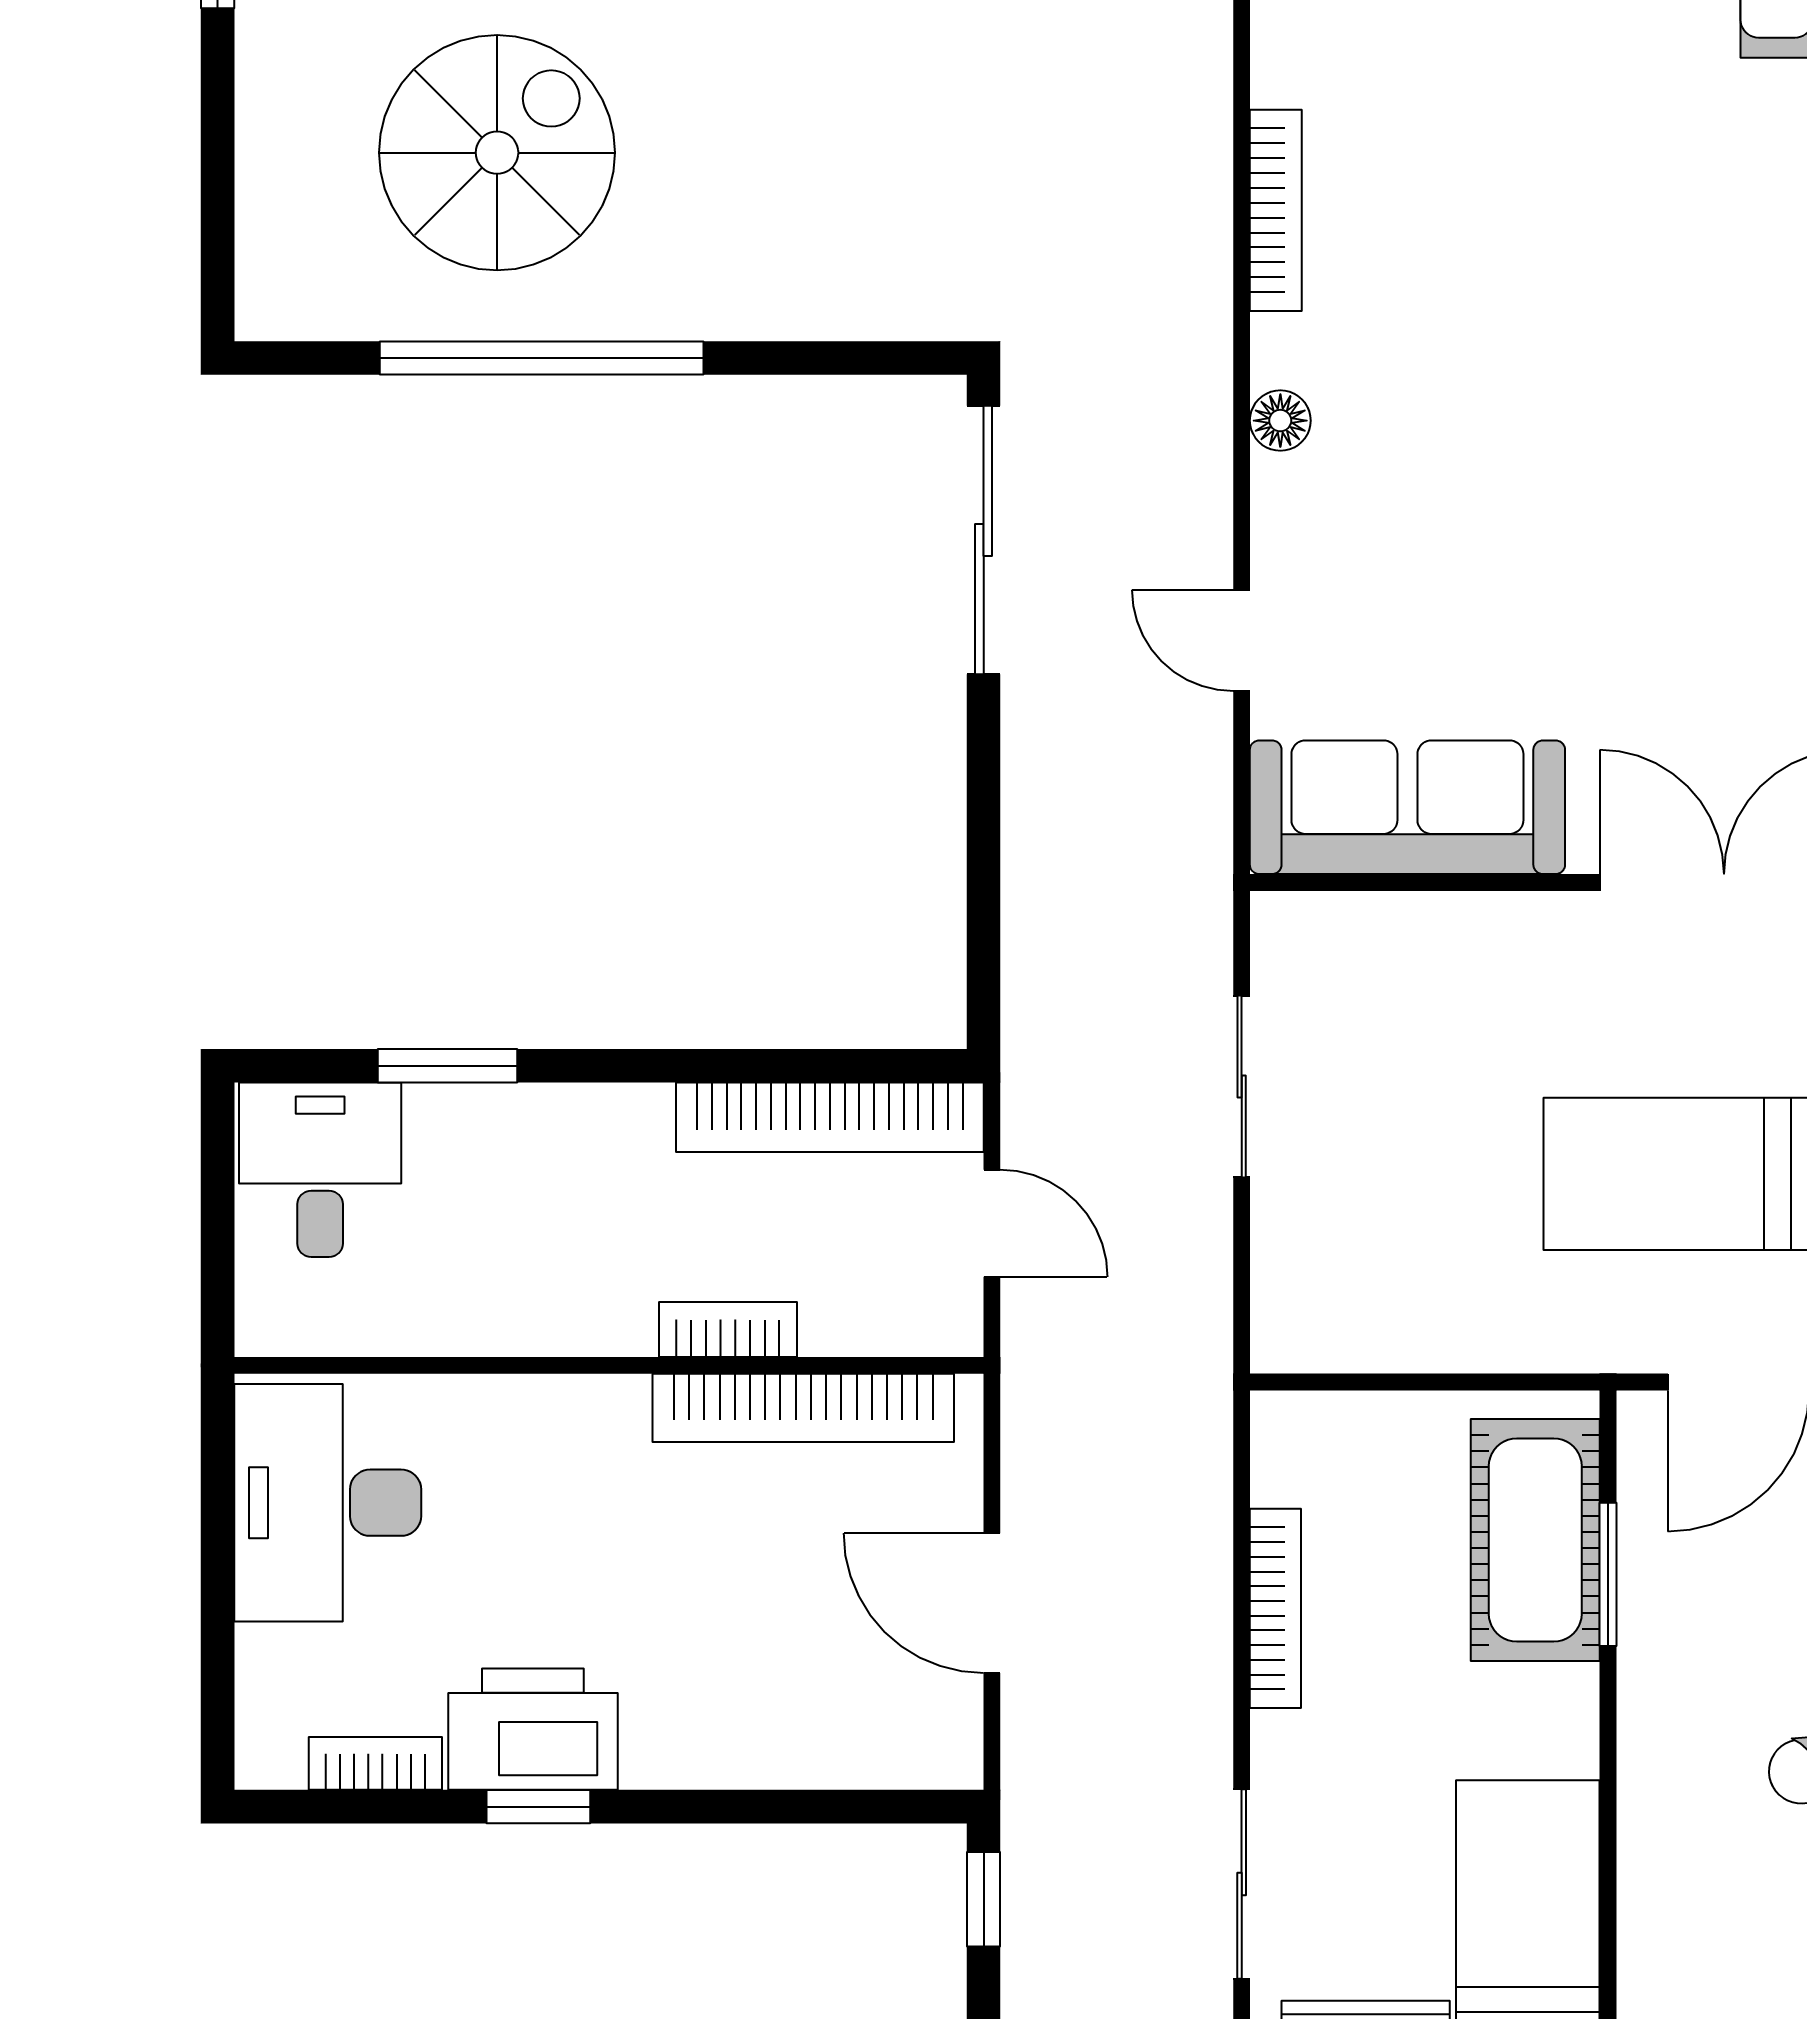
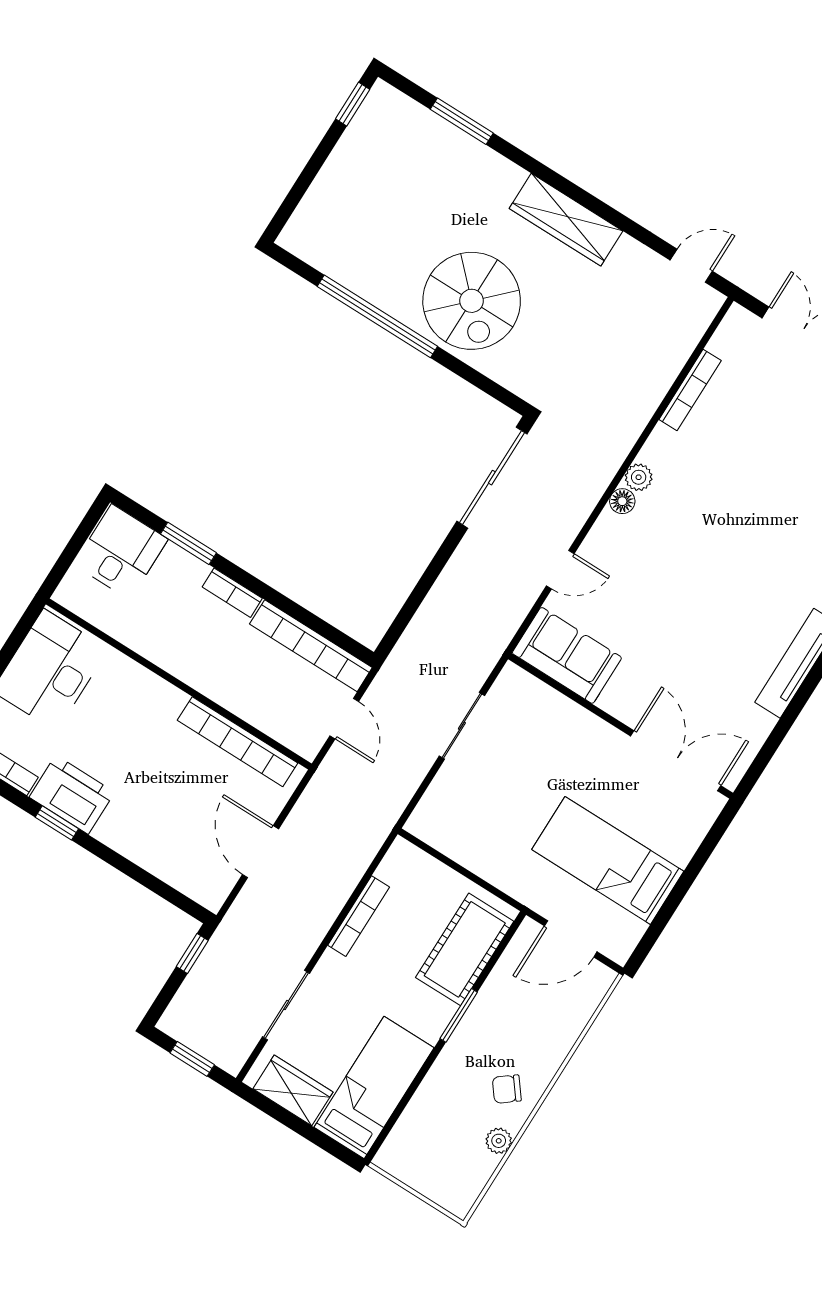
spiral stairs: (497, 153) -> (472, 301), moved, turned 90
bookcase: (1276, 210) -> (690, 390), moved
plant: (1283, 351) -> (639, 477), added
door: (1242, 641) -> (560, 570), swing flipped
sofa: (1407, 807) -> (567, 655), width x0.73
bookcase: (728, 1330) -> (232, 593), moved, turned 180
window: (1608, 1574) -> (459, 1015), moved

